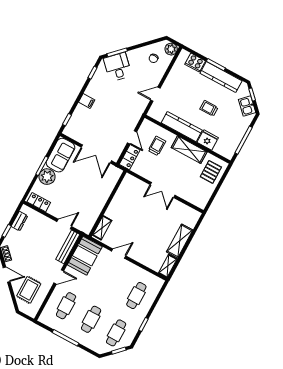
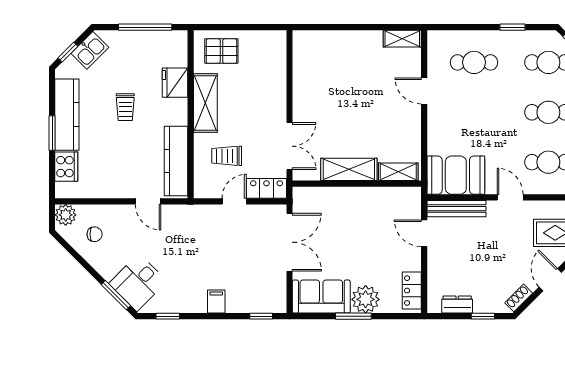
kitchen counter: (182, 127) -> (176, 161), moved
double door: (163, 190) -> (290, 146), moved
shelving: (180, 241) -> (349, 169), moved
door: (119, 254) -> (424, 91), moved

